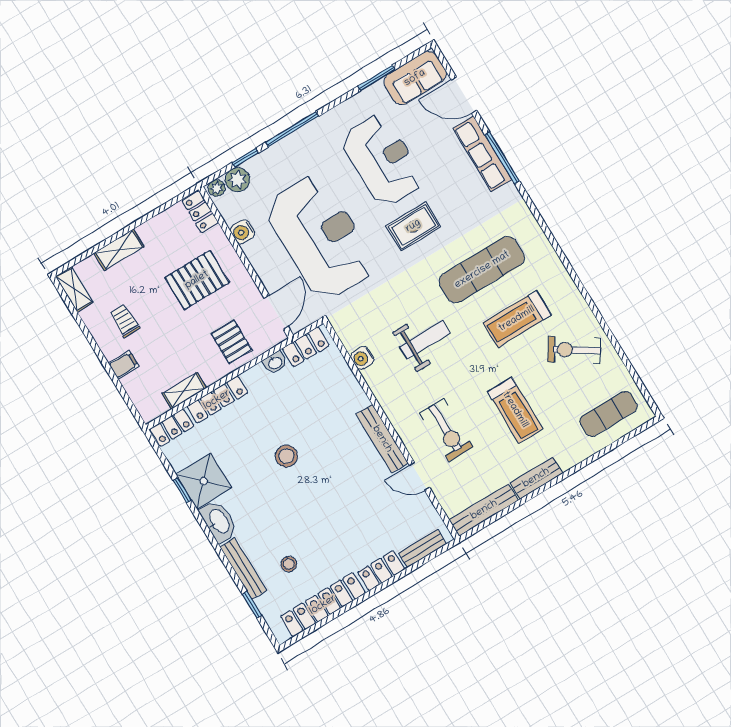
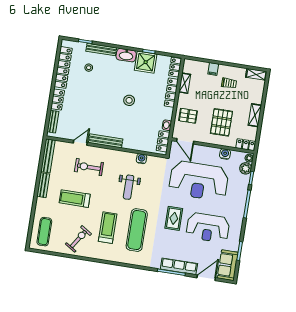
shelving: (119, 250) -> (255, 115), moved

